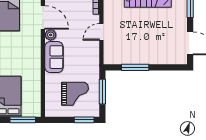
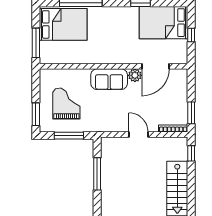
grand piano: (75, 94) -> (66, 104), turned 180

